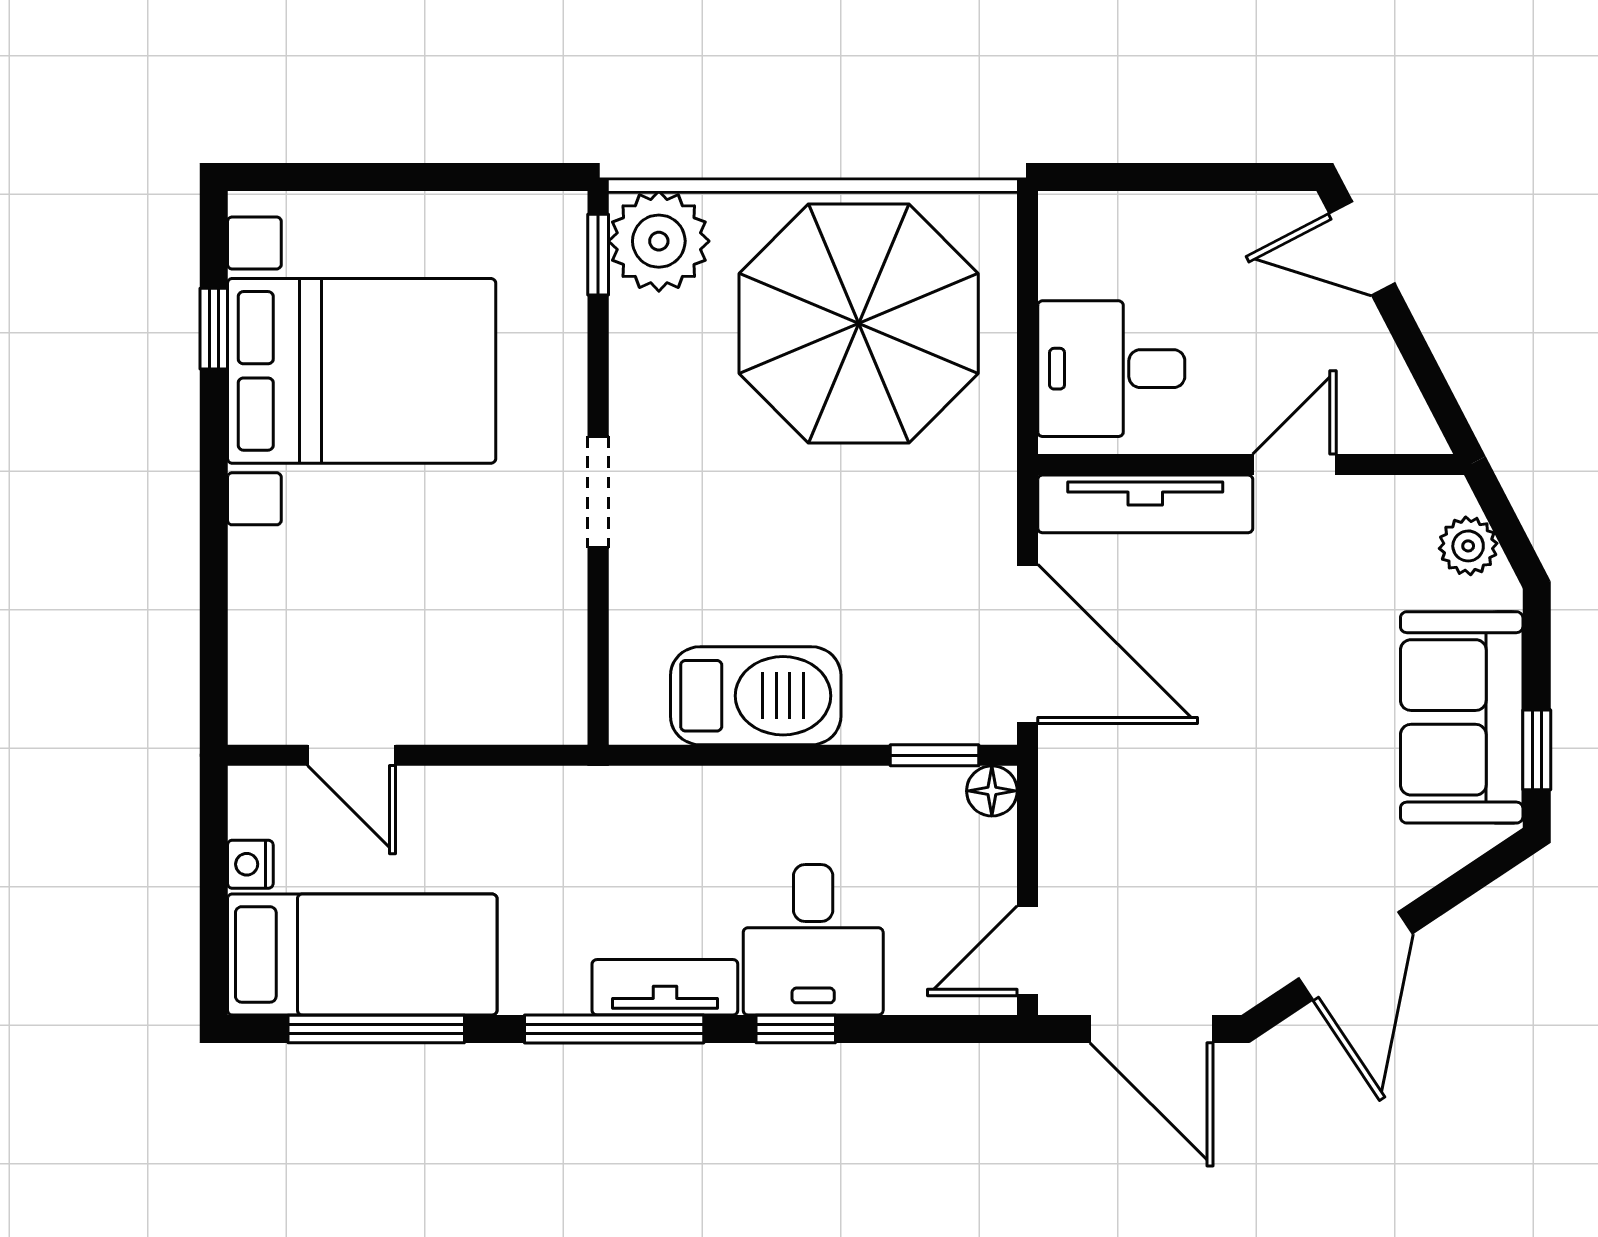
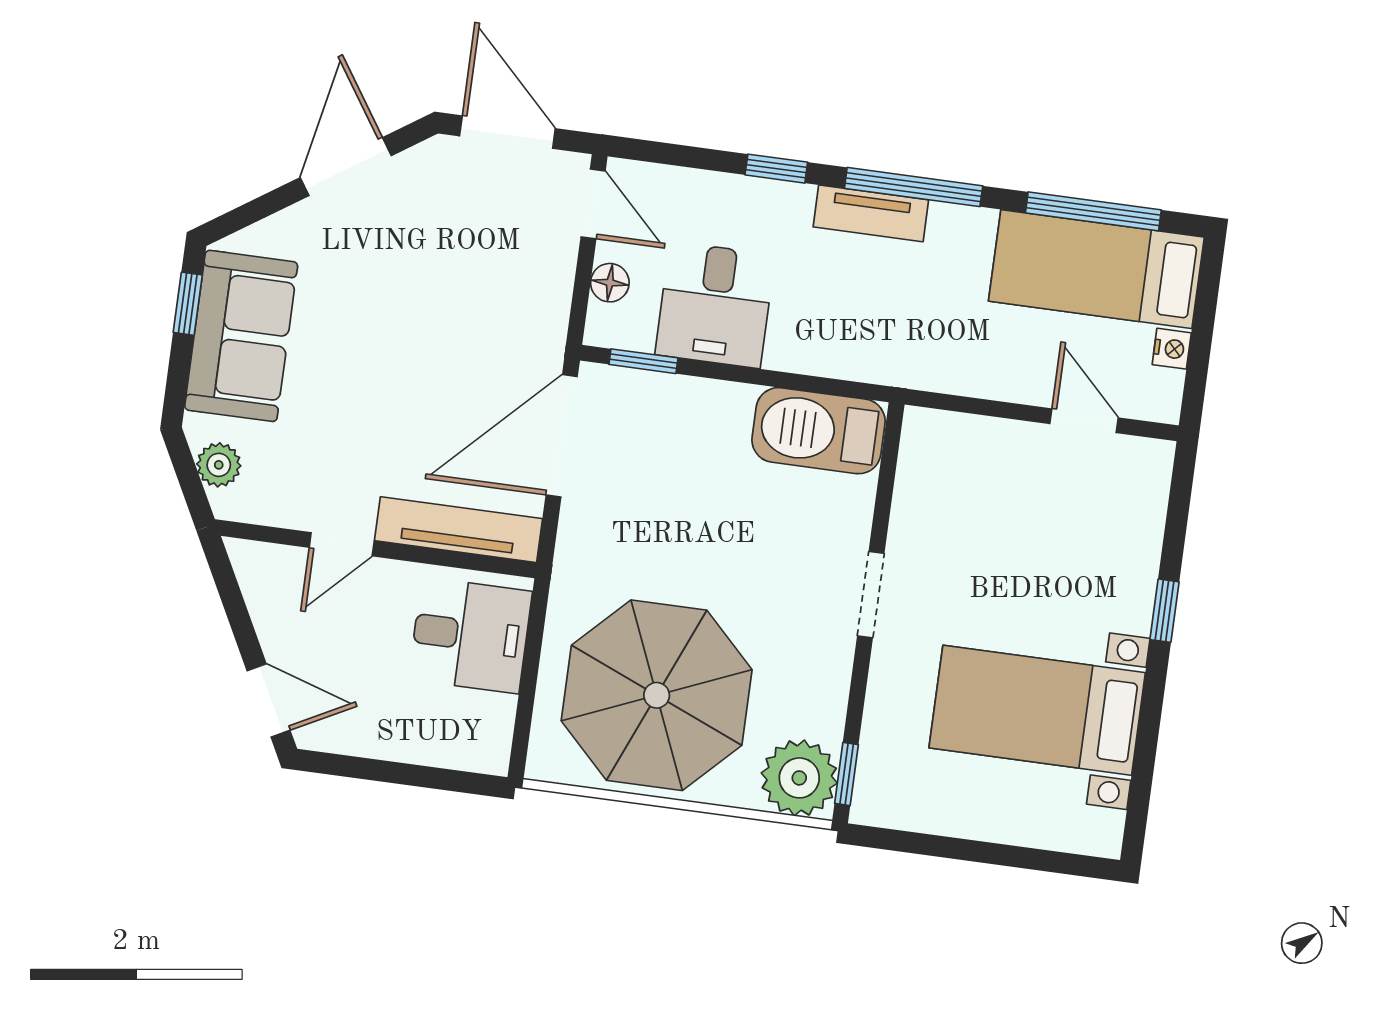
window: (214, 329) -> (1164, 611), moved
bed with nightstands: (362, 371) -> (1037, 710), width x0.73
door: (1028, 644) -> (562, 436), hinge flipped
barbecue: (756, 696) -> (819, 431), moved
floor lamp: (992, 791) -> (610, 283), moved
desk: (813, 940) -> (715, 305), moved, turned 180
door: (1028, 951) -> (593, 204), hinge flipped

